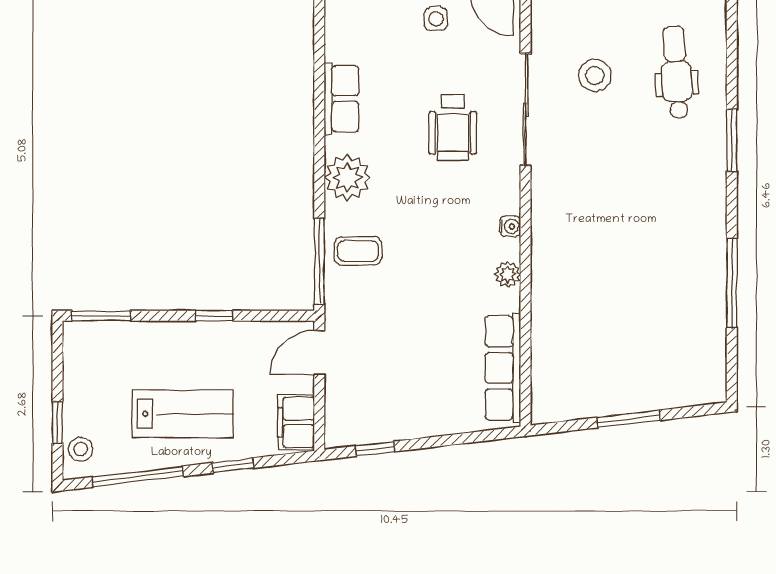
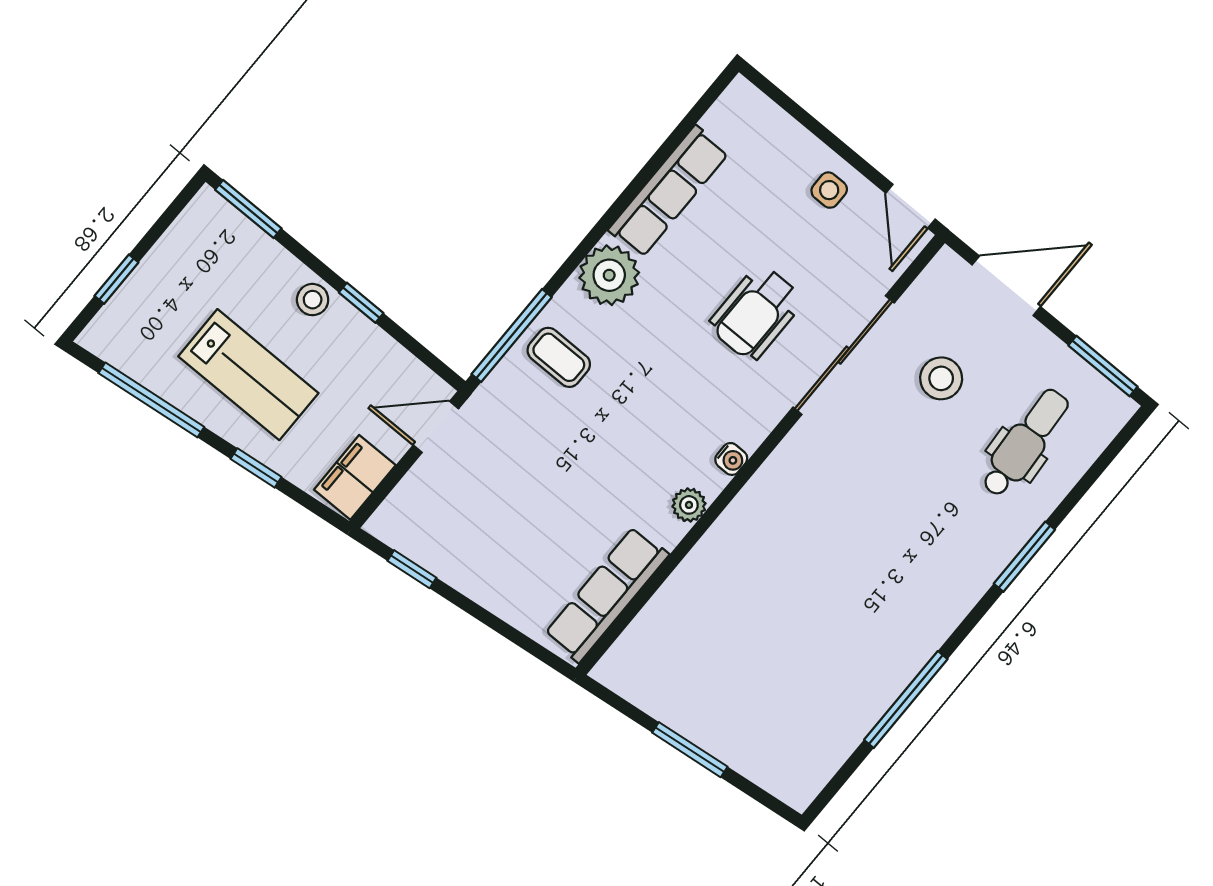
row of seats: (341, 99) -> (669, 191), width x1.48
stool: (81, 449) -> (313, 300), moved

